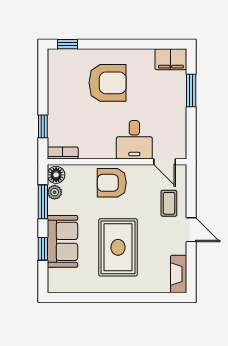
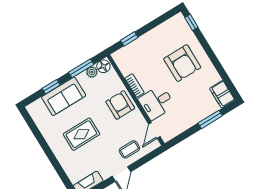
bookcase: (63, 153) -> (135, 85), moved
rug: (118, 247) -> (81, 134), width x0.73, depth x0.70

